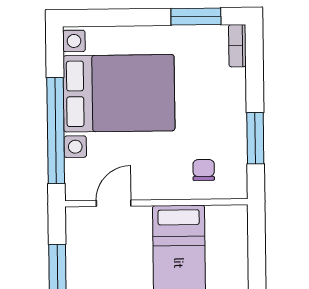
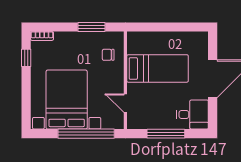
window: (196, 17) -> (26, 58), width x0.67

